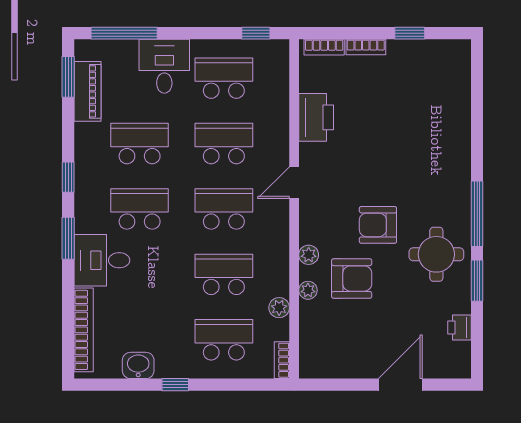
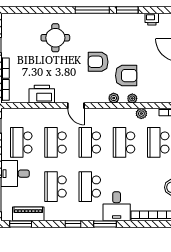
armchair: (378, 225) -> (98, 62), turned 90
round table: (436, 254) -> (55, 38), moved
armchair: (352, 279) -> (126, 76), turned 90

